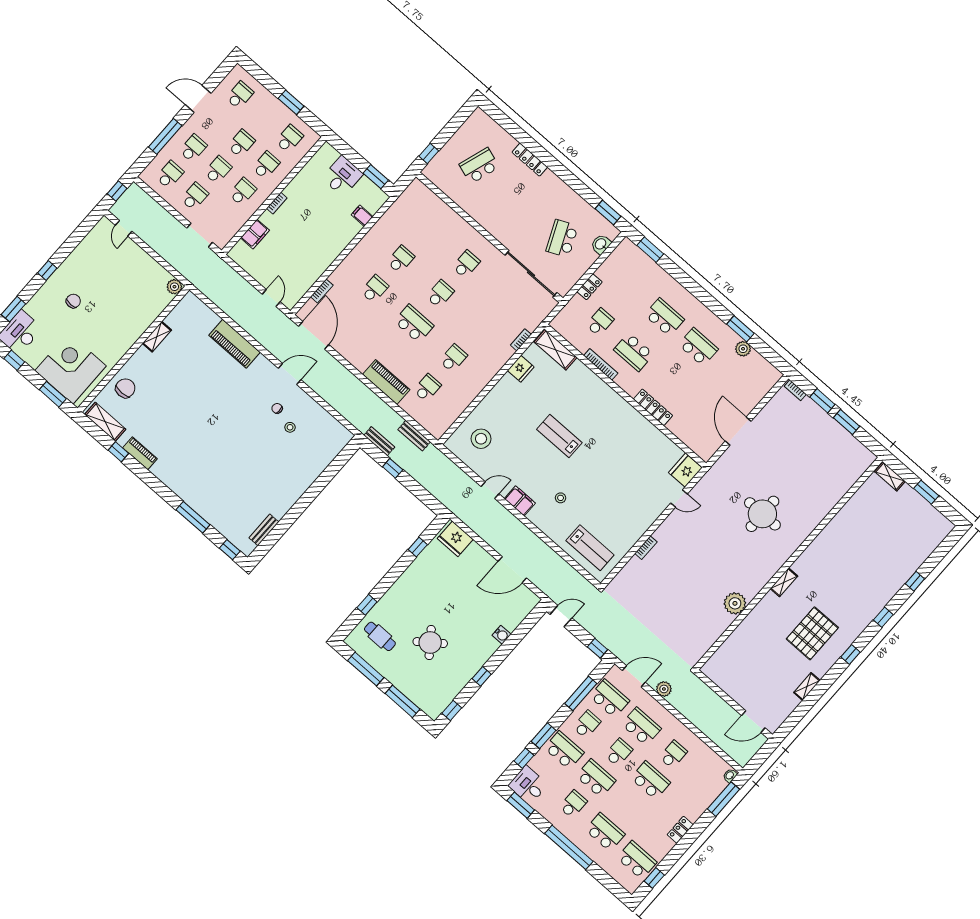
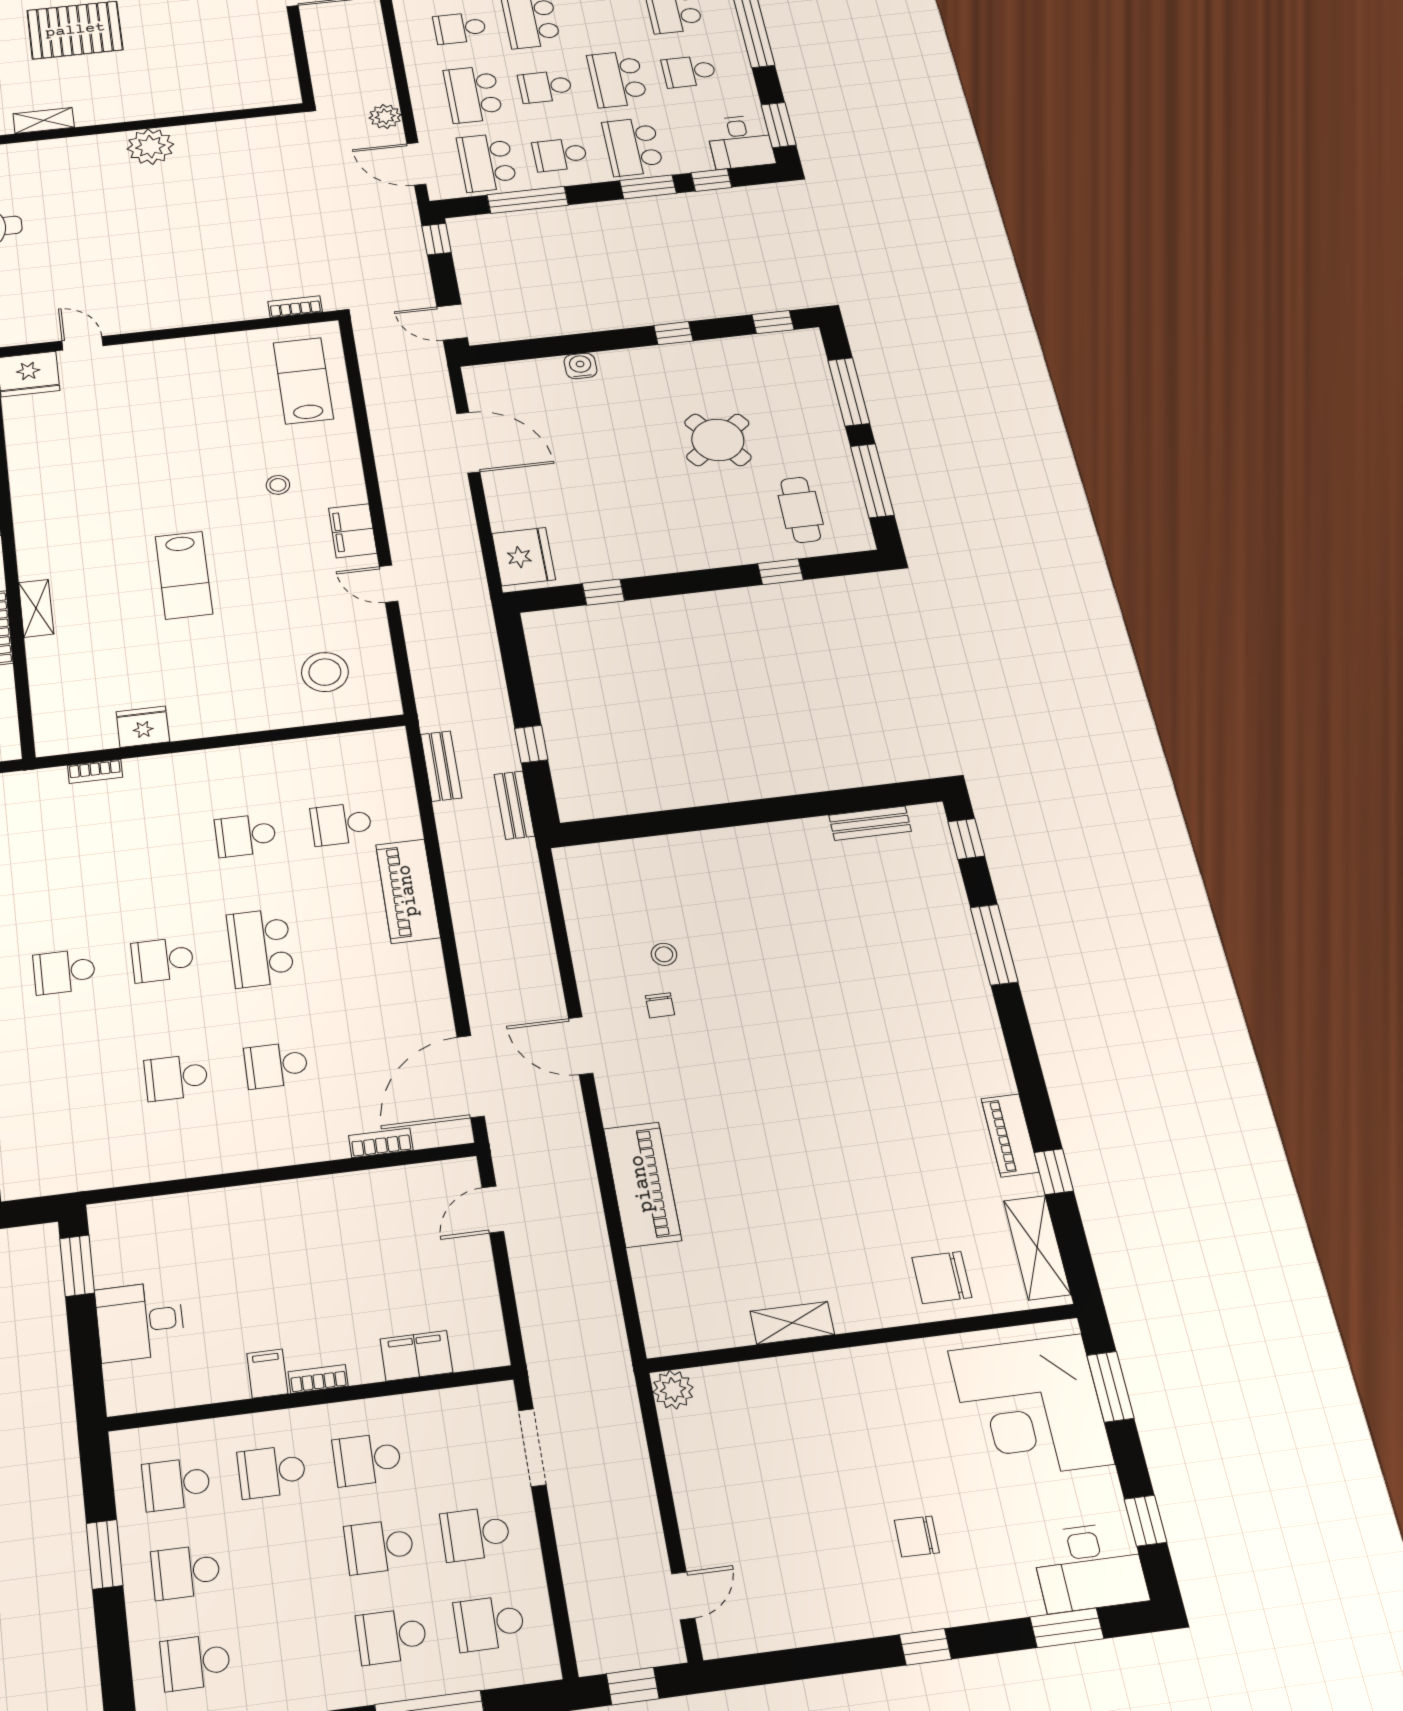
school desk: (241, 143) -> (186, 1572), moved
filing cabinet: (362, 216) -> (267, 1374), moved, turned 180
shelving: (555, 350) -> (36, 608), moved, width x0.67, depth x0.75
bookcase: (646, 548) -> (295, 307), moved

